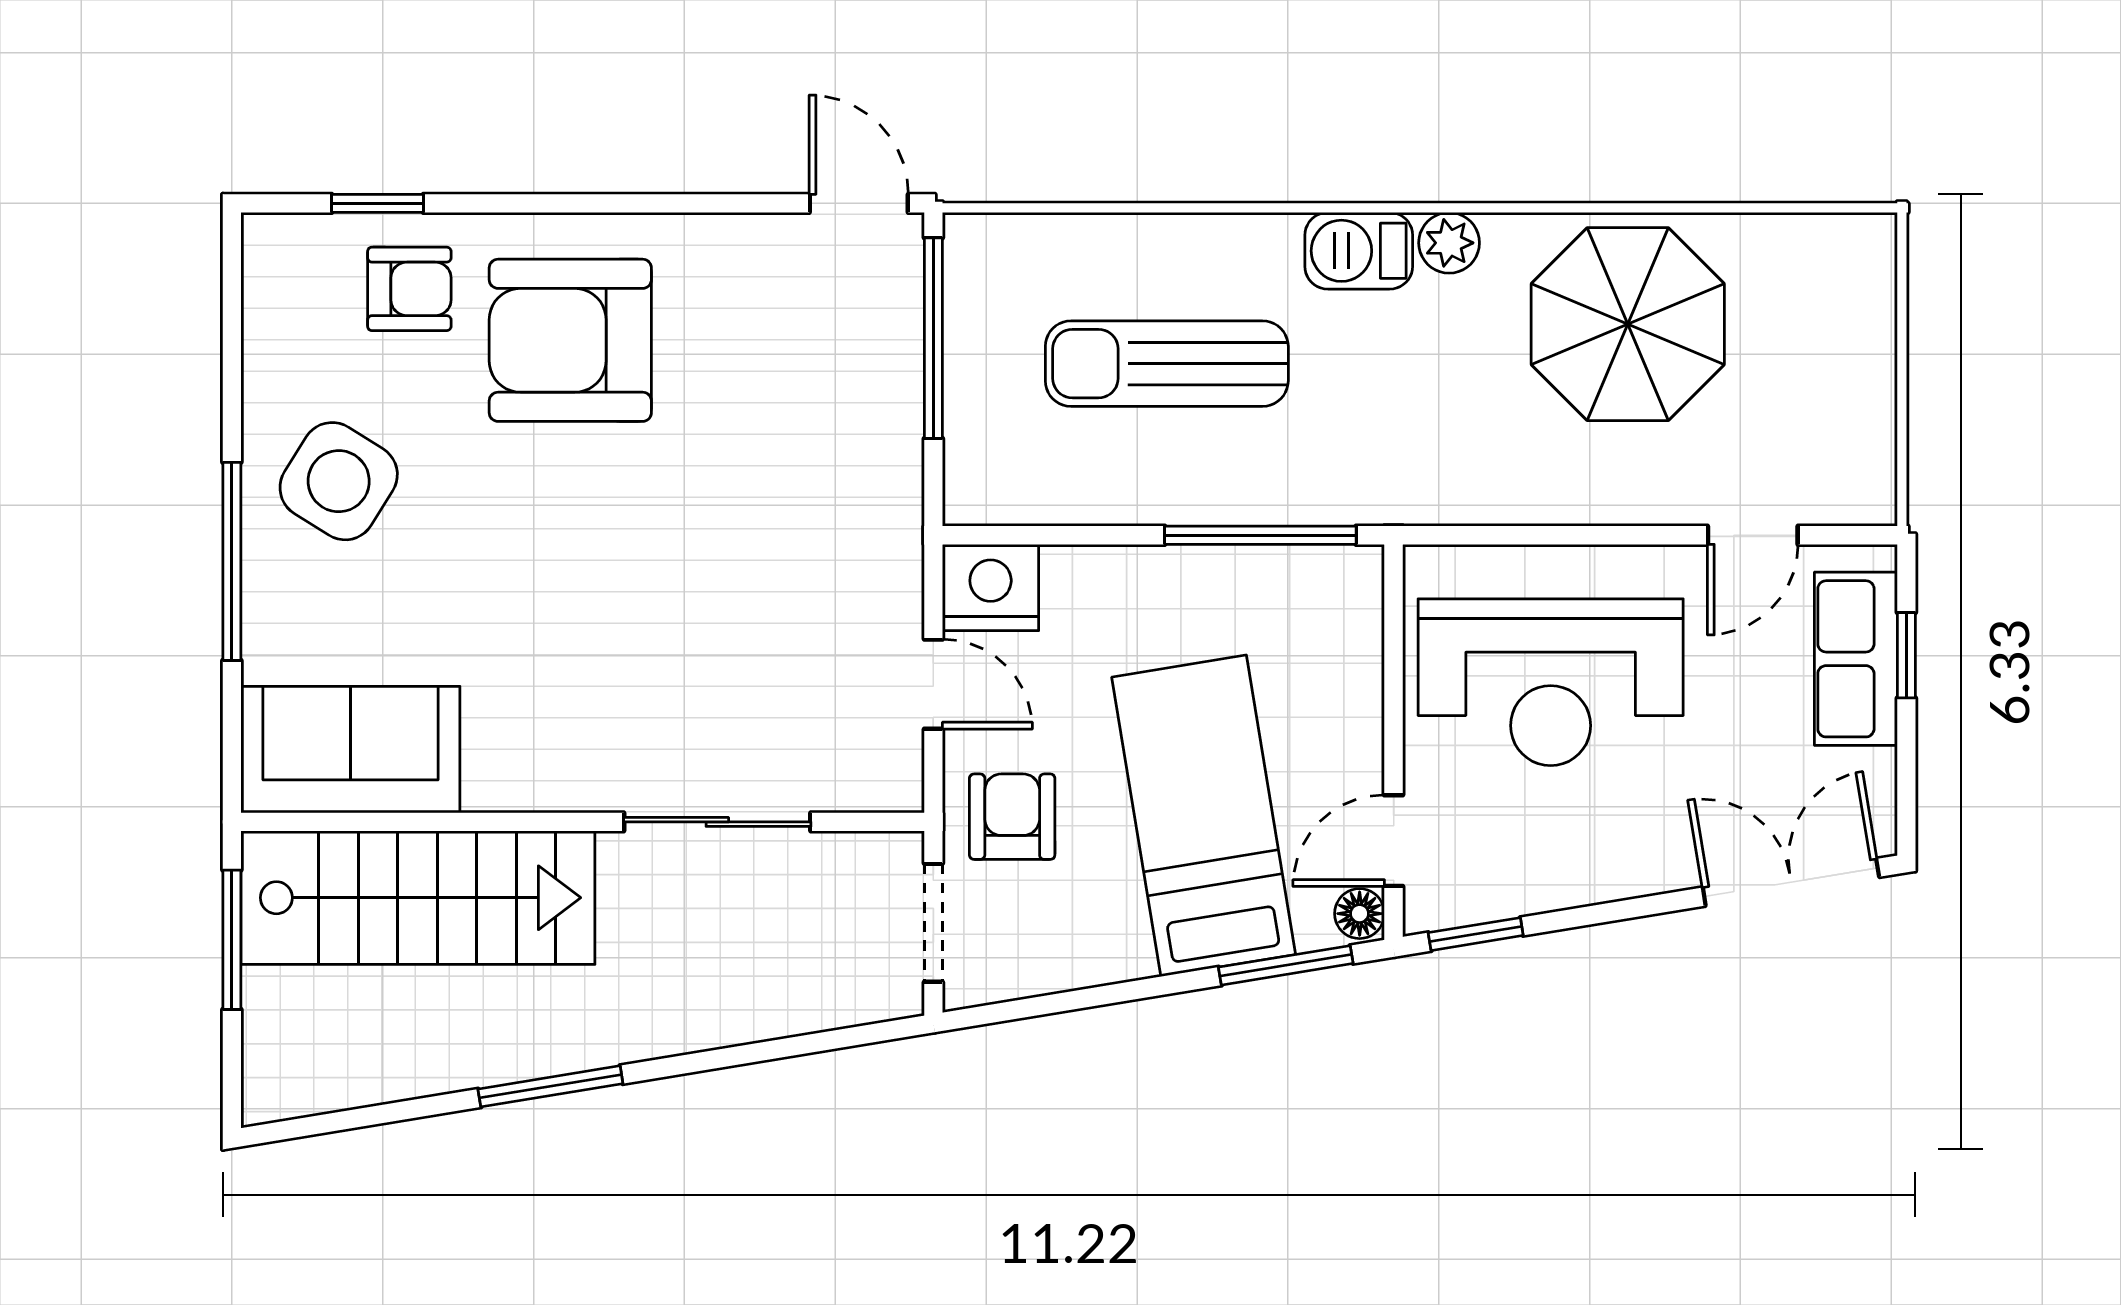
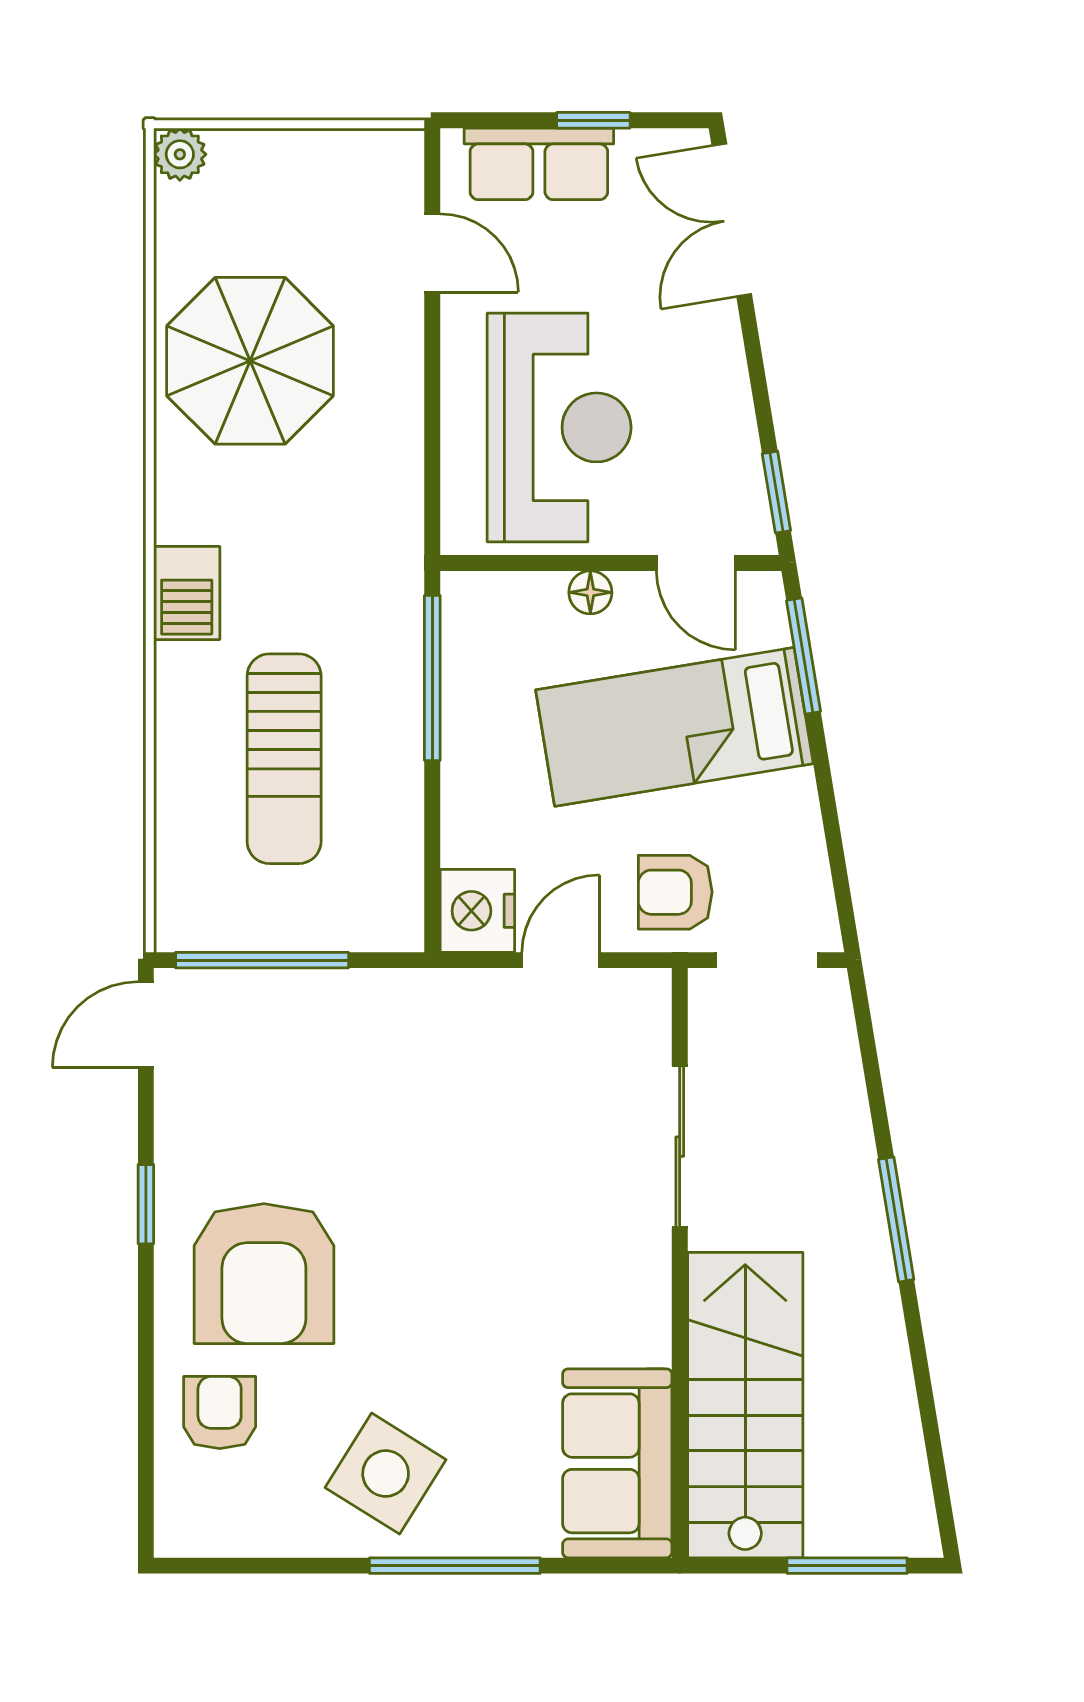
window: (377, 203) -> (146, 1204), moved
plant: (1449, 243) -> (180, 154), moved
window: (1906, 655) -> (593, 120), moved
floor lamp: (1360, 914) -> (590, 592), moved
window: (232, 940) -> (847, 1566), moved
window: (550, 1086) -> (896, 1219), moved

